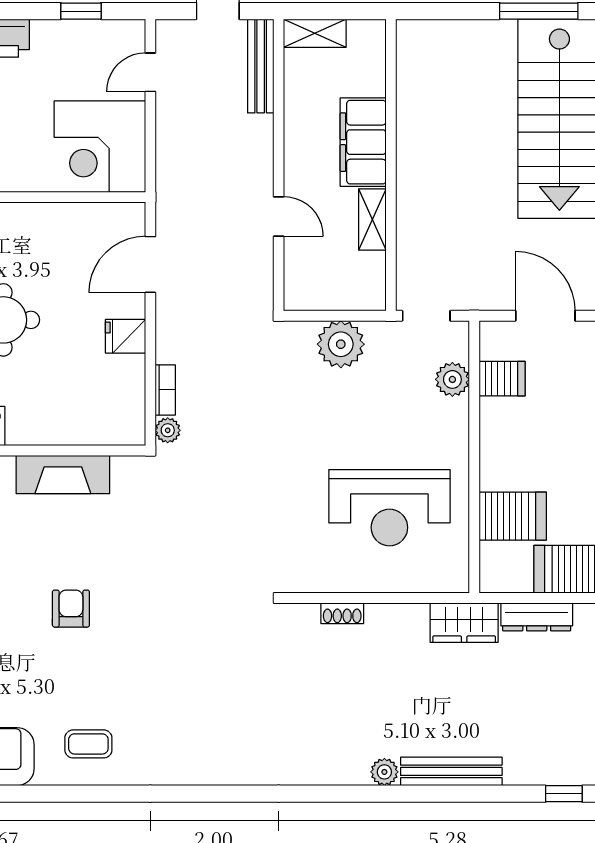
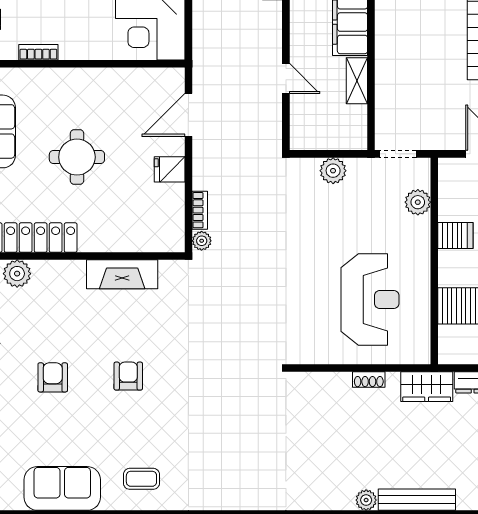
plant: (341, 344) -> (333, 171), width x0.73, depth x0.73
server rack: (502, 379) -> (455, 236), moved
reception desk: (389, 508) -> (370, 300), turned -90
shoe rack: (342, 613) -> (369, 380), moved

